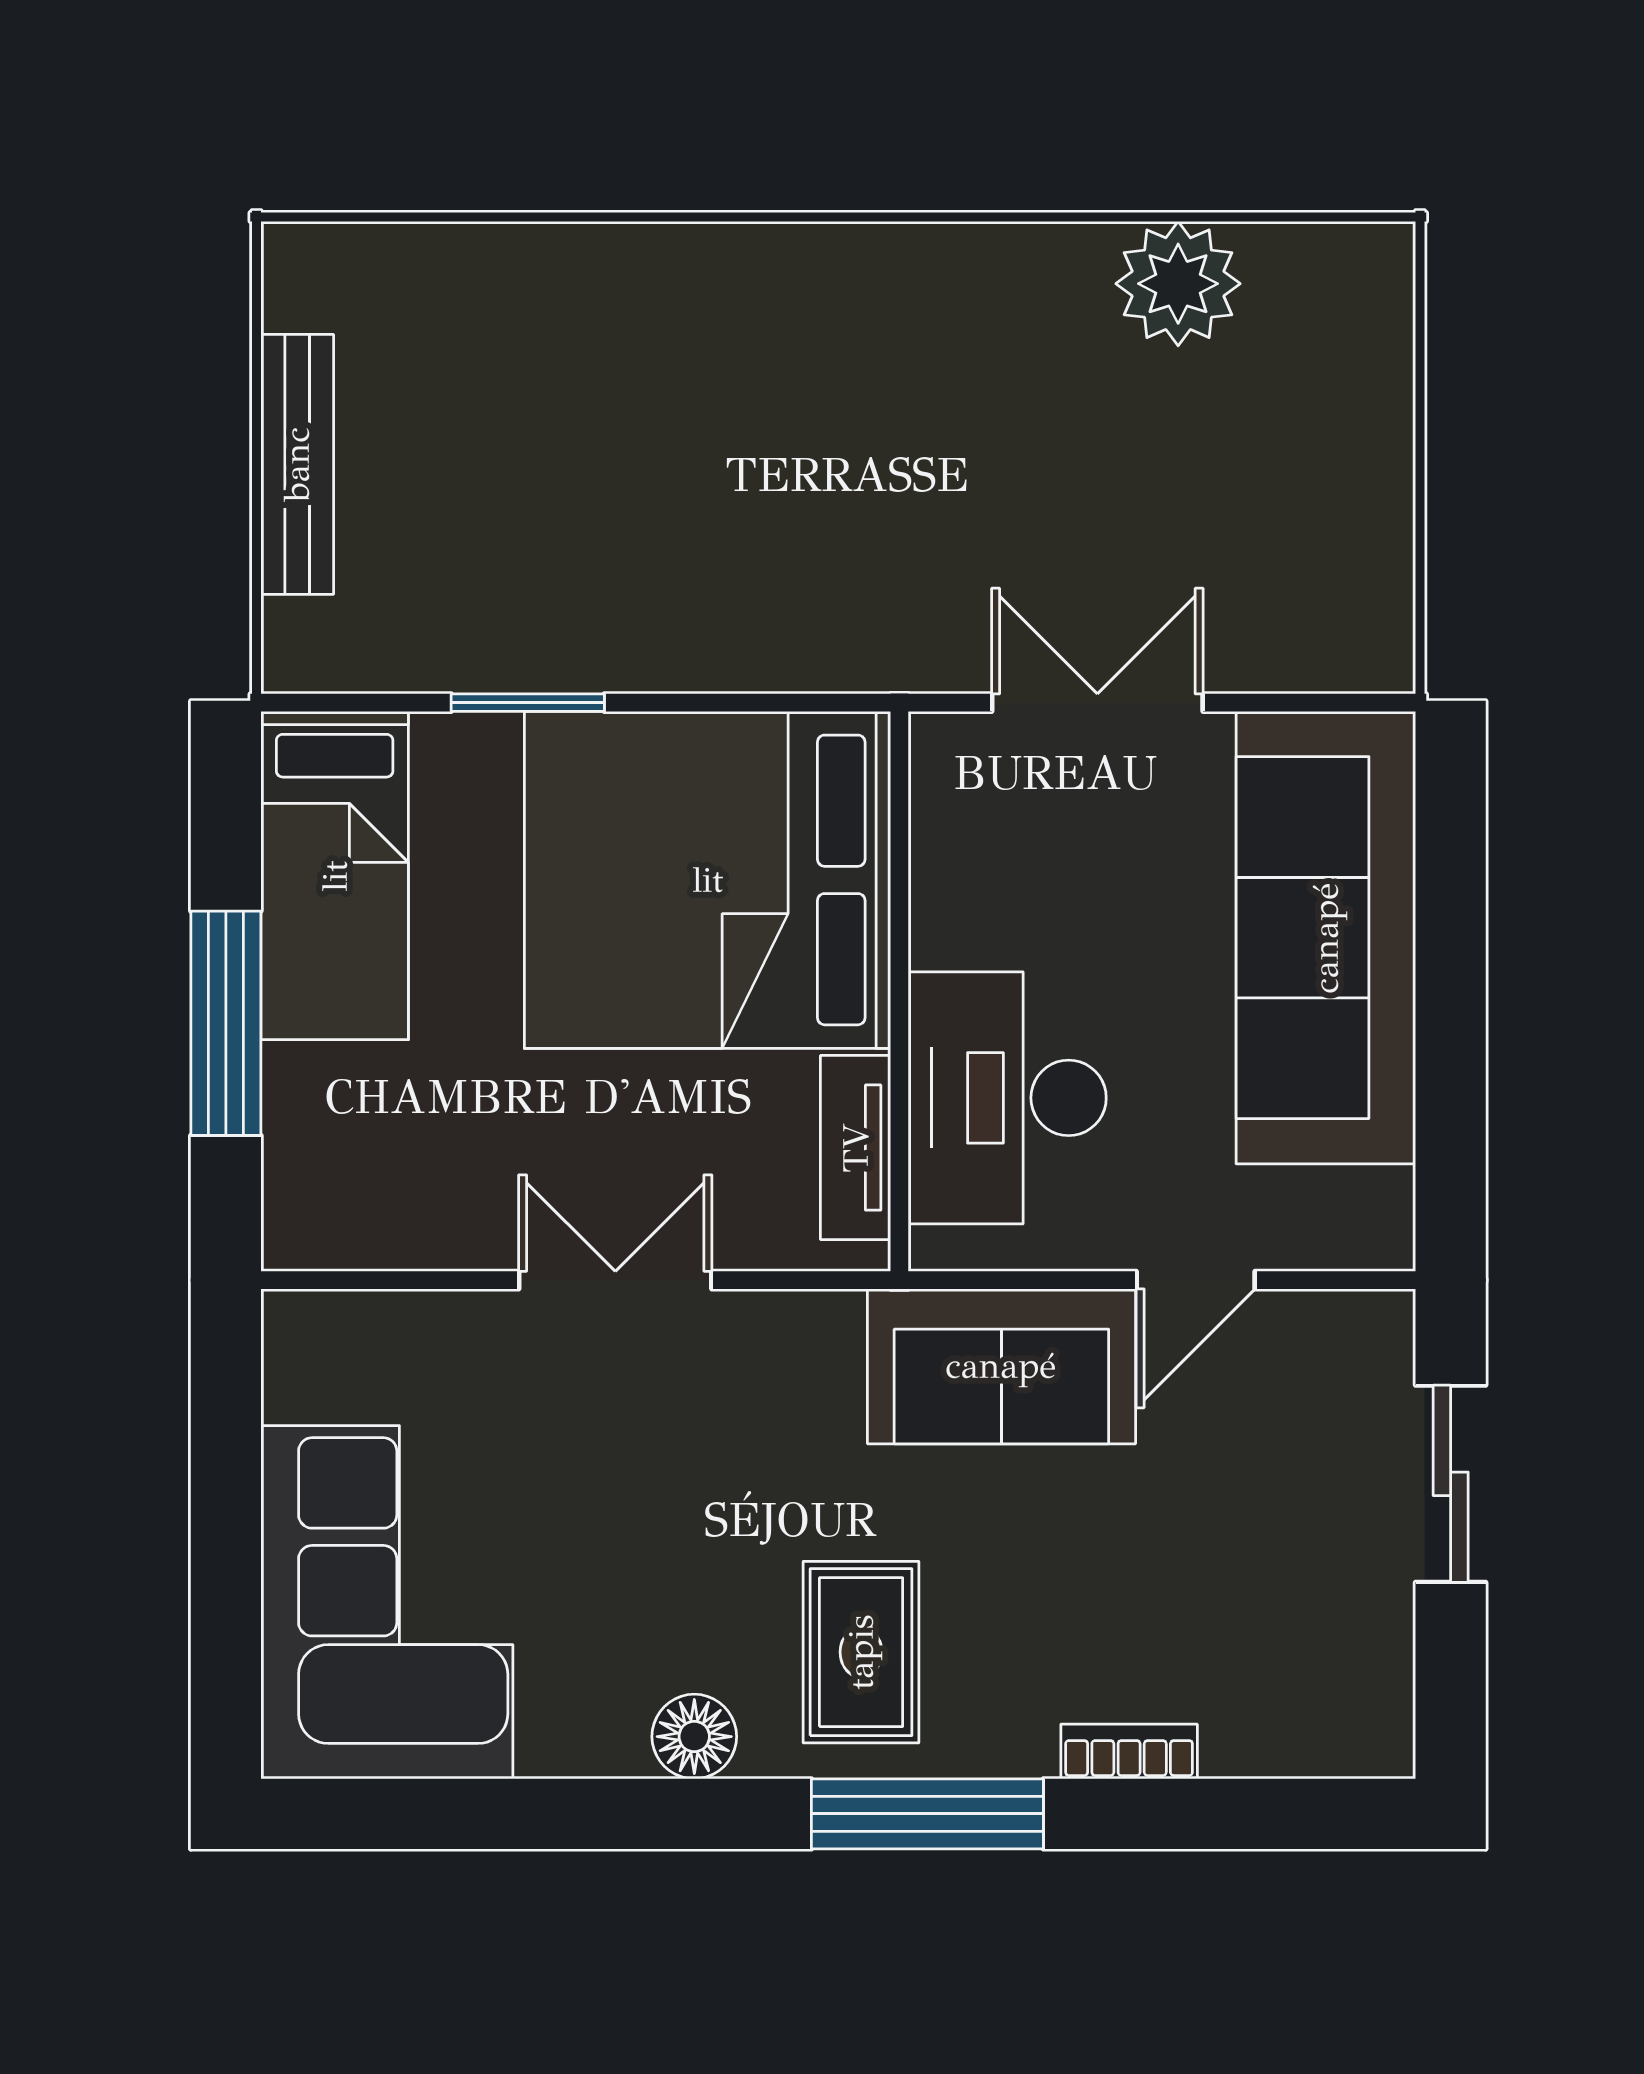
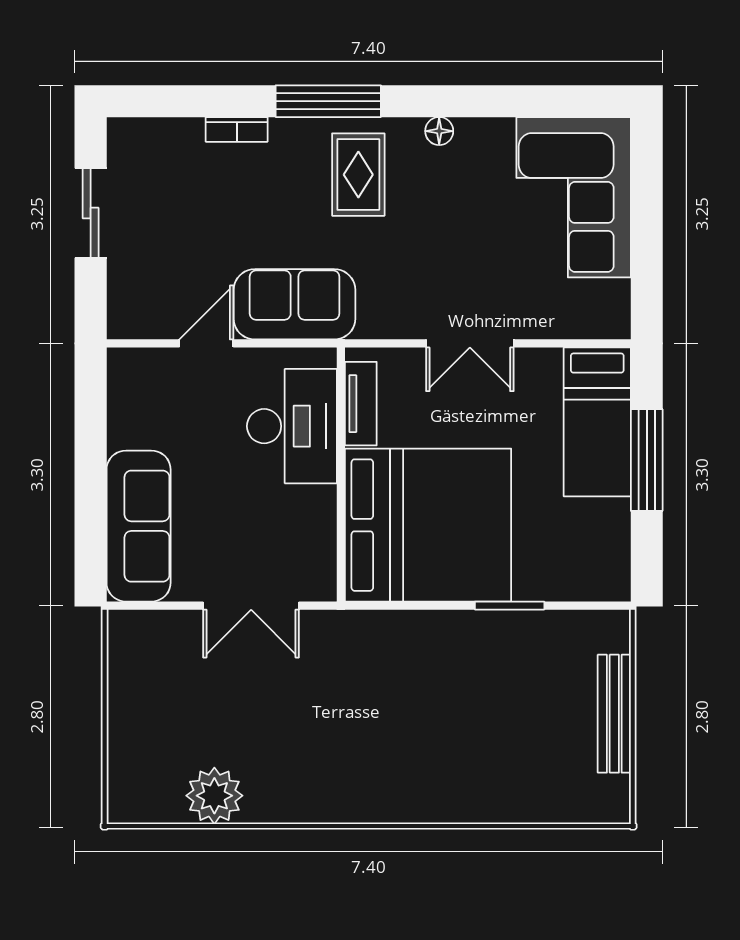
bed: (335, 876) -> (597, 422), moved, turned 180
sofa: (1326, 938) -> (139, 526), width x0.74, depth x0.79
sliding door: (1451, 1484) -> (91, 213), moved
floor lamp: (694, 1737) -> (439, 131), width x0.73, depth x0.73

